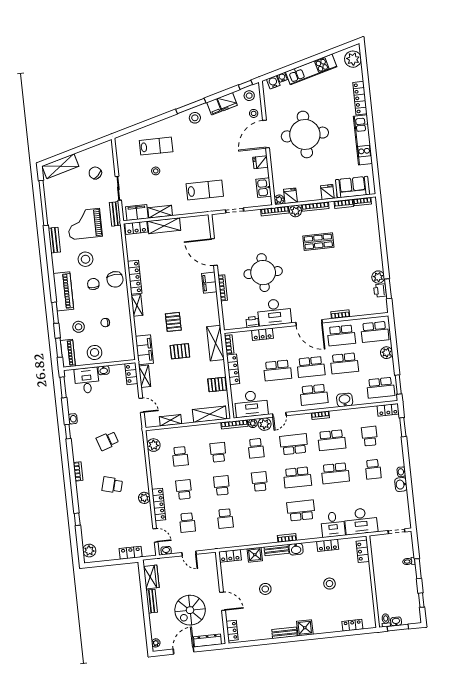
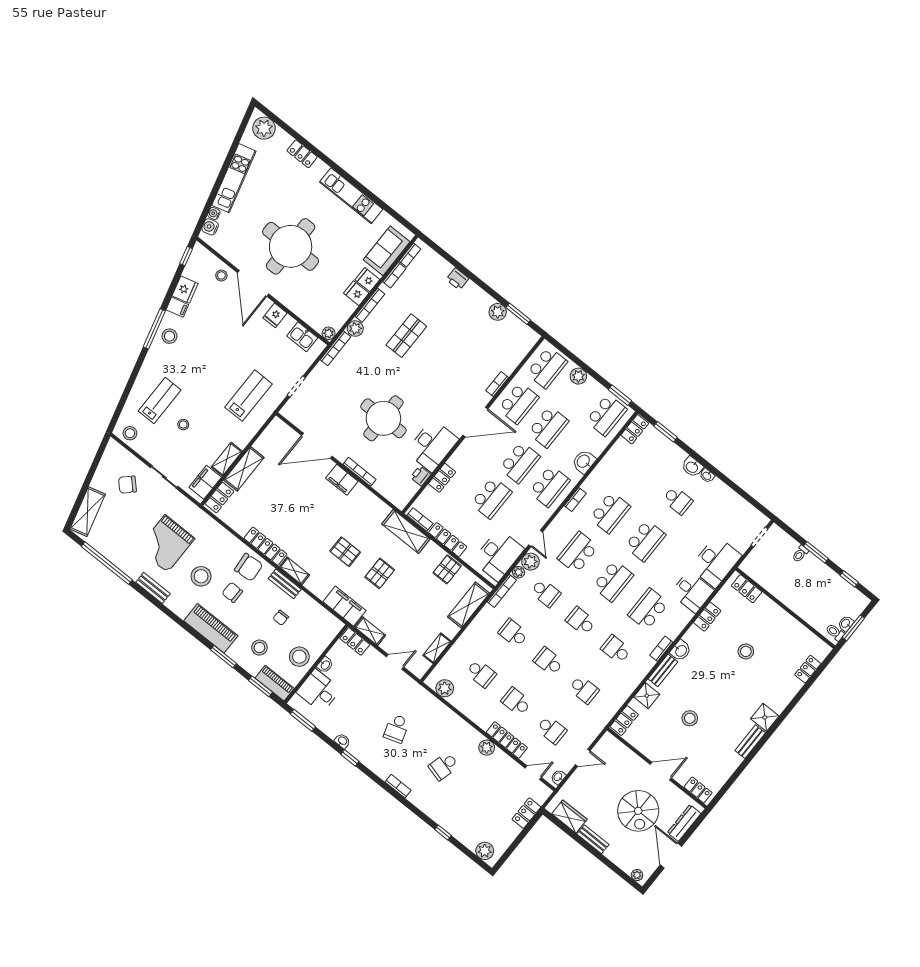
stool: (249, 96) -> (130, 433), moved
locker: (360, 98) -> (302, 154), width x0.66
fridge: (290, 196) -> (356, 293), moved
bench: (115, 214) -> (285, 584), moved
printer: (380, 290) -> (457, 279), moved
school desk: (370, 436) -> (616, 649), moved
washbasin: (401, 484) -> (692, 467), moved

